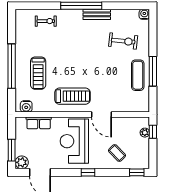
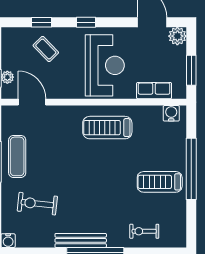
bench: (97, 14) -> (81, 240), width x1.36
treadmill: (38, 73) -> (160, 182), moved, turned -90
door: (102, 115) -> (32, 102), moved
window: (12, 150) -> (191, 70), moved
window: (137, 172) -> (42, 22), moved

